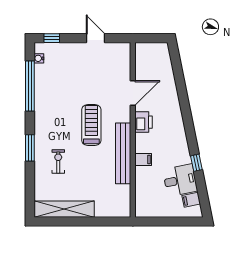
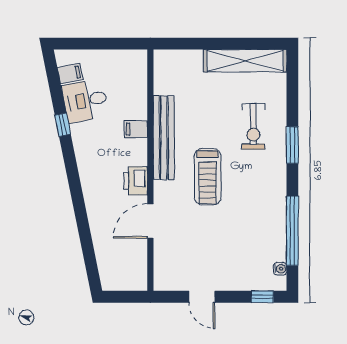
exercise bike: (58, 162) -> (253, 126), width x1.38, depth x1.39

